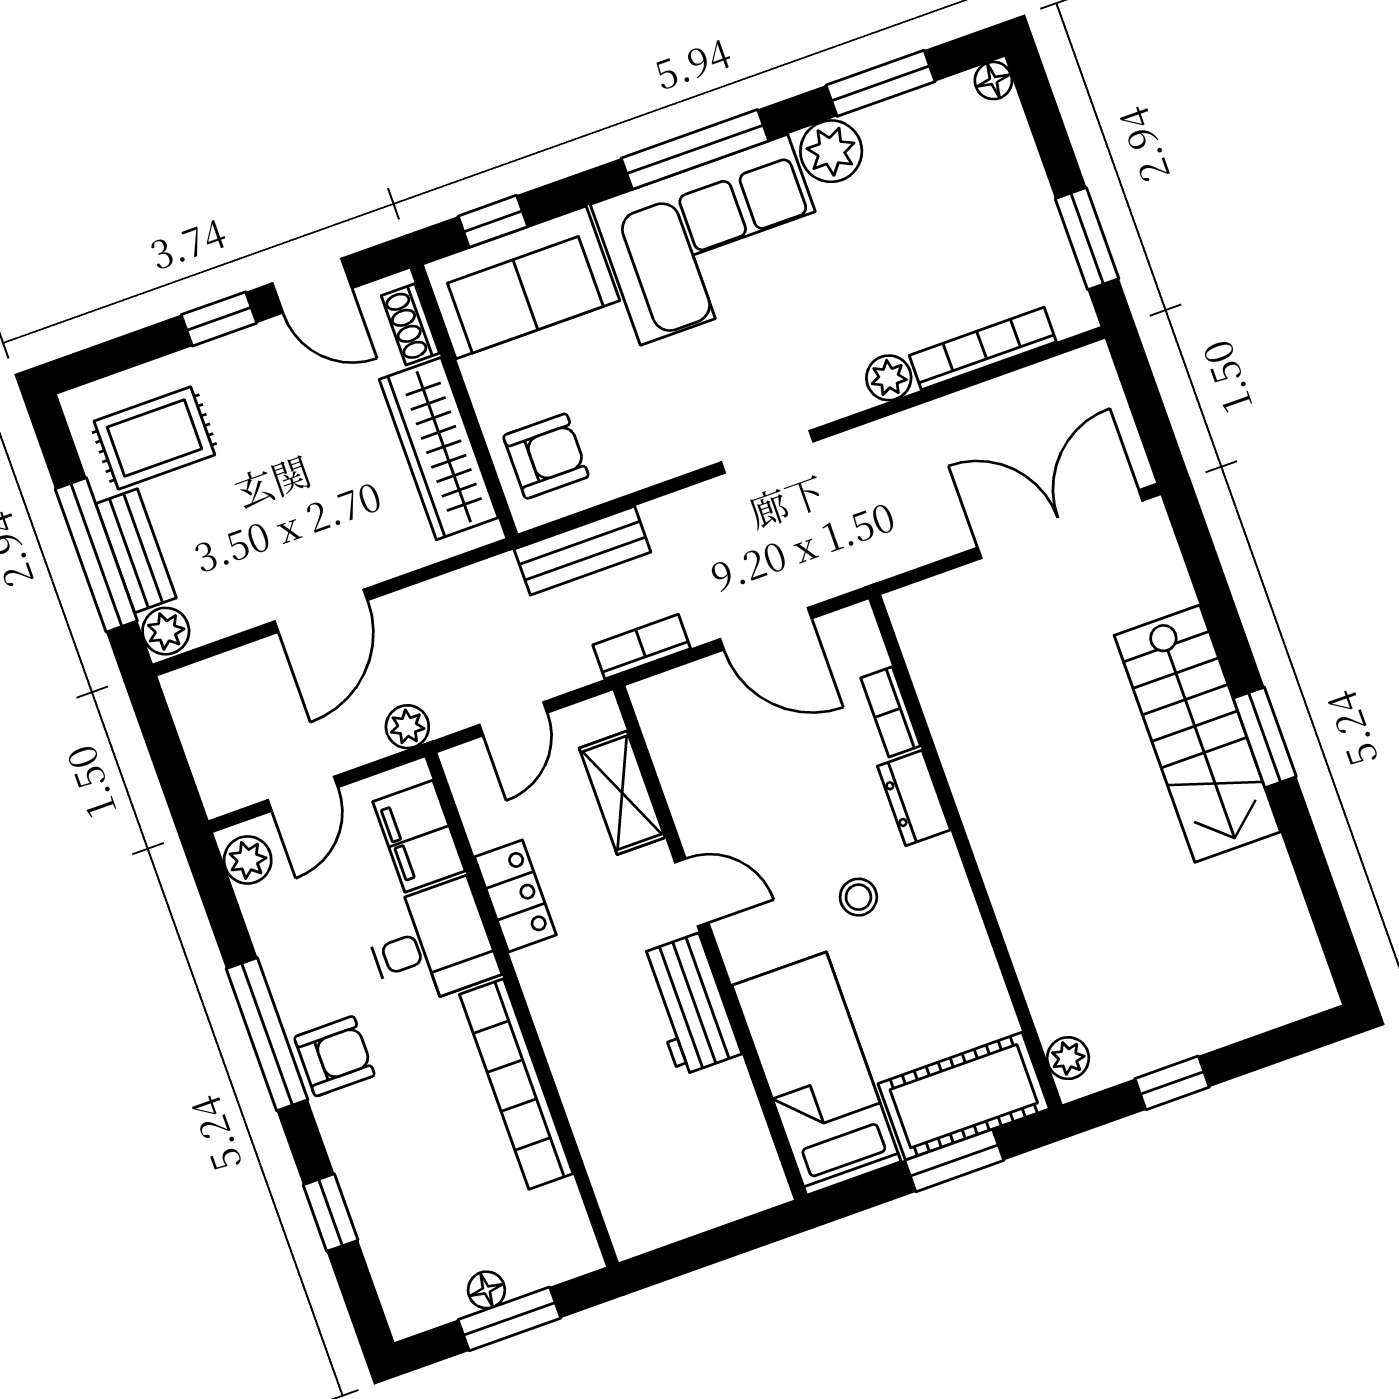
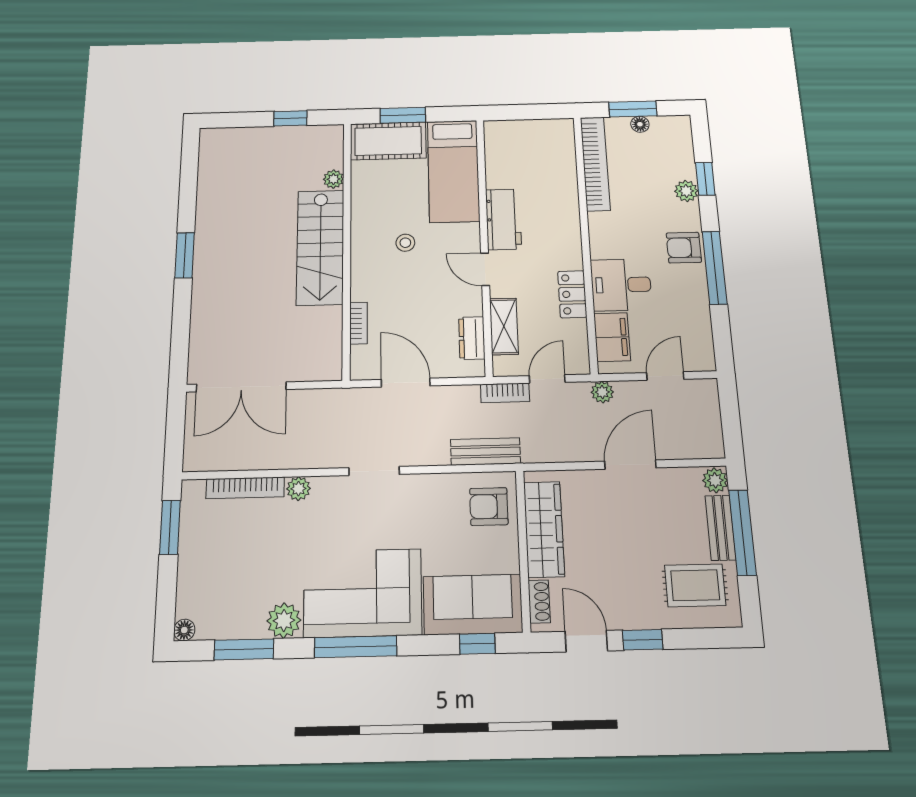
bookcase: (642, 647) -> (505, 393), moved
stairs: (1197, 734) -> (320, 247), moved, turned 180
dresser: (914, 798) -> (472, 338), moved, turned 180
plant: (248, 860) -> (686, 191), moved
plant: (1068, 1058) -> (333, 179), moved
bookcase: (516, 1084) -> (595, 164), moved

